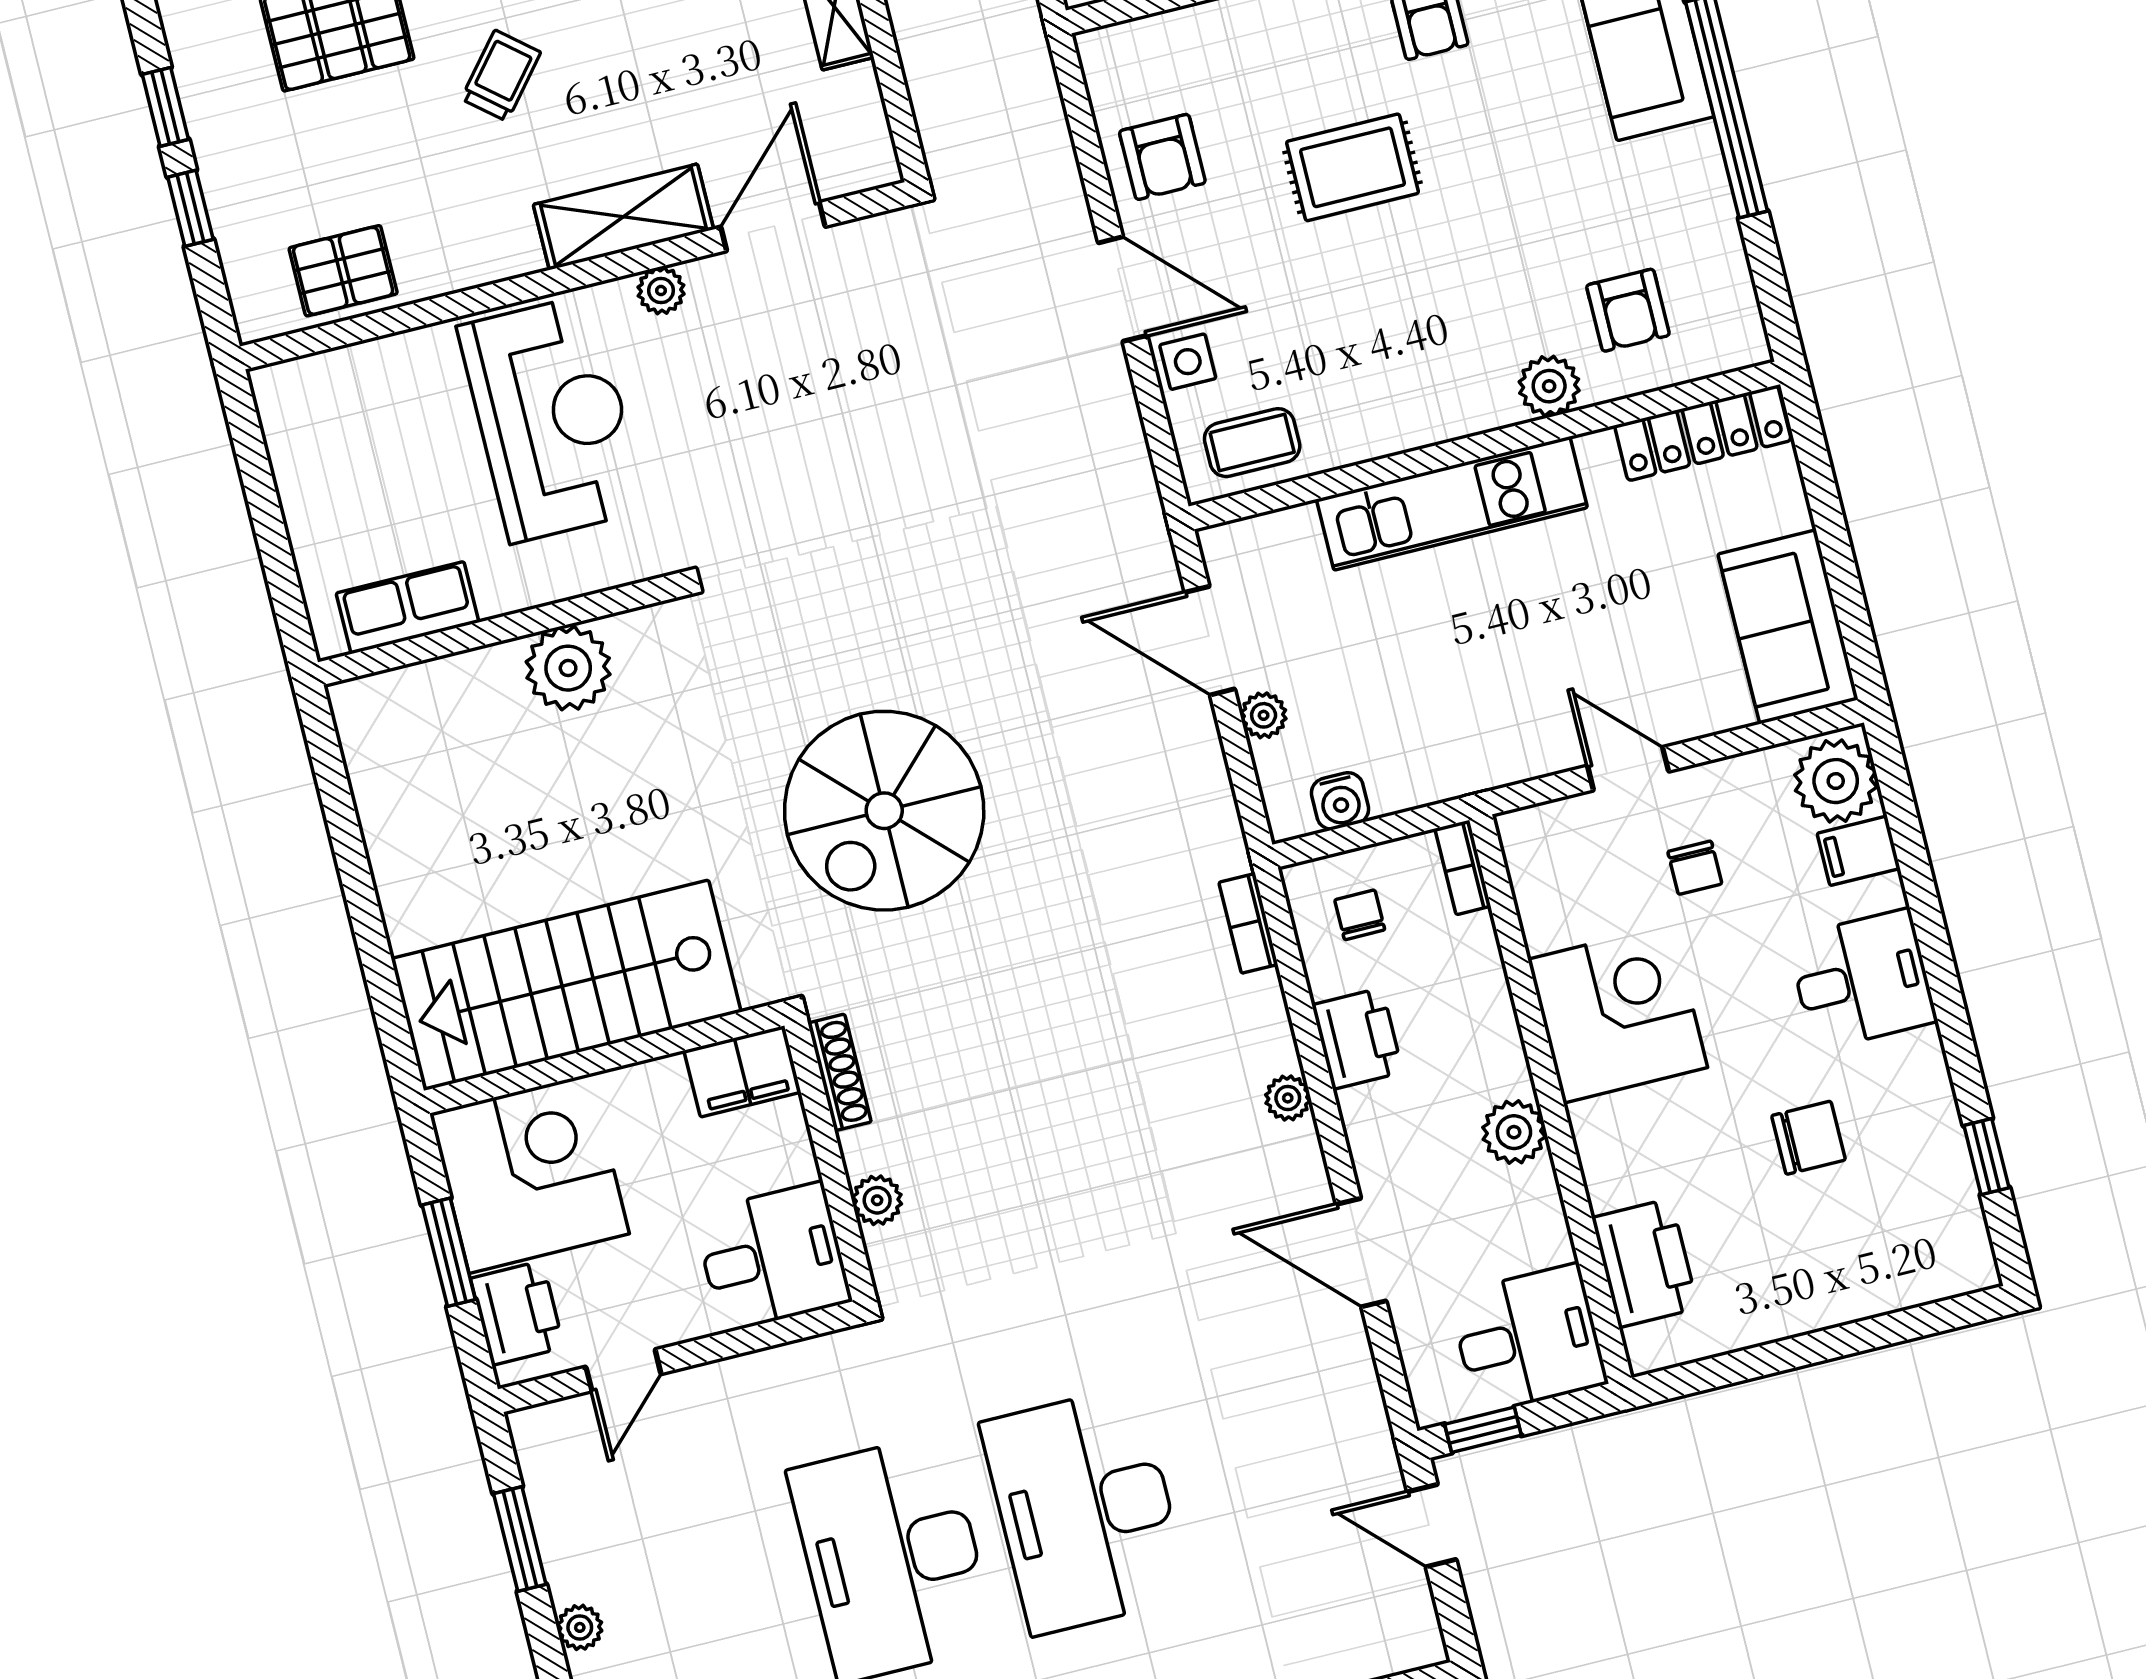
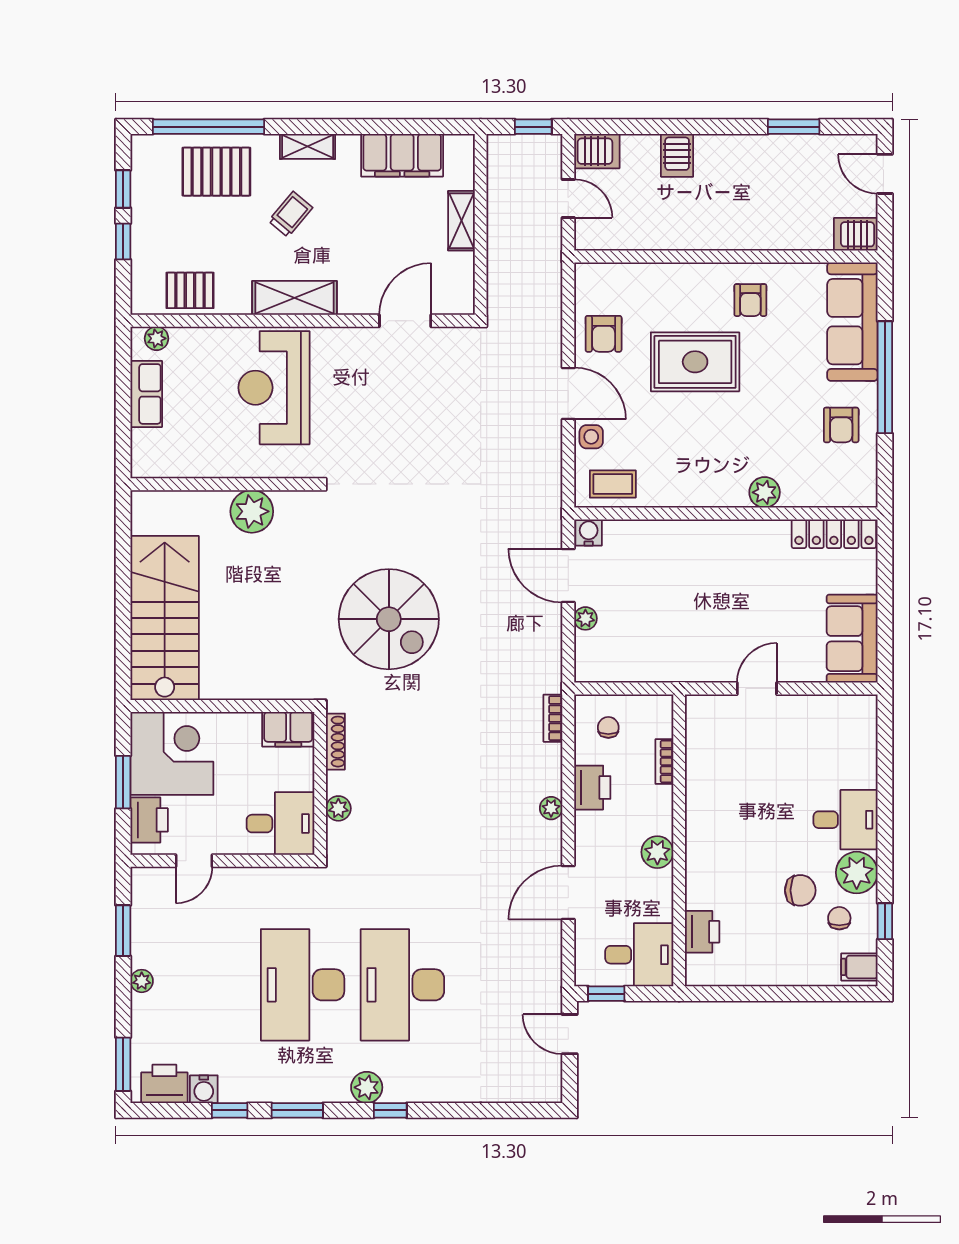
rug: (1353, 167) -> (695, 362), width x1.36, depth x1.43
shelving: (623, 217) -> (294, 298), moved
plant: (661, 291) -> (157, 338), moved
armchair: (1628, 310) -> (841, 425), moved
reception desk: (552, 418) -> (274, 388), turned 180
kitchen unit: (1452, 503) -> (703, 538), removed
row of seats: (408, 608) -> (146, 394), moved, turned 90
door: (1628, 769) -> (757, 689), hinge flipped
plant: (1836, 781) -> (857, 873), moved
water cooler: (1340, 801) -> (589, 532), moved, turned 180
spiral stairs: (884, 811) -> (389, 619), turned -90
filing cabinet: (1859, 851) -> (859, 967), moved
bookcase: (1463, 867) -> (664, 762), moved
chair: (1695, 868) -> (839, 918), moved, turned 180
stairs: (566, 985) -> (165, 618), moved, turned 90
corner desk: (1618, 1013) -> (722, 807), removed
door: (1361, 1253) -> (568, 892), hinge flipped
printer: (1645, 1263) -> (702, 932), width x0.73, depth x0.84

